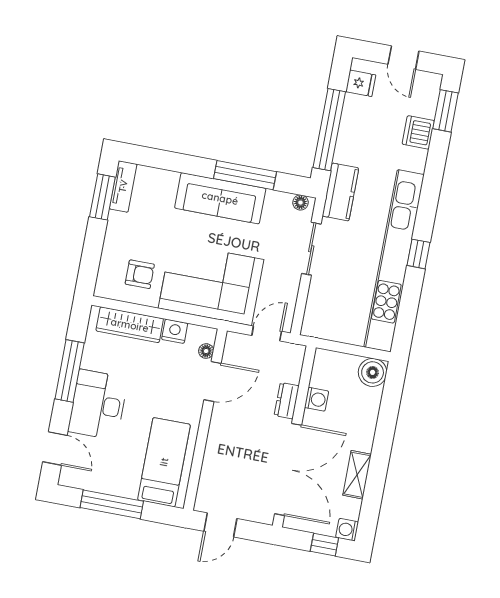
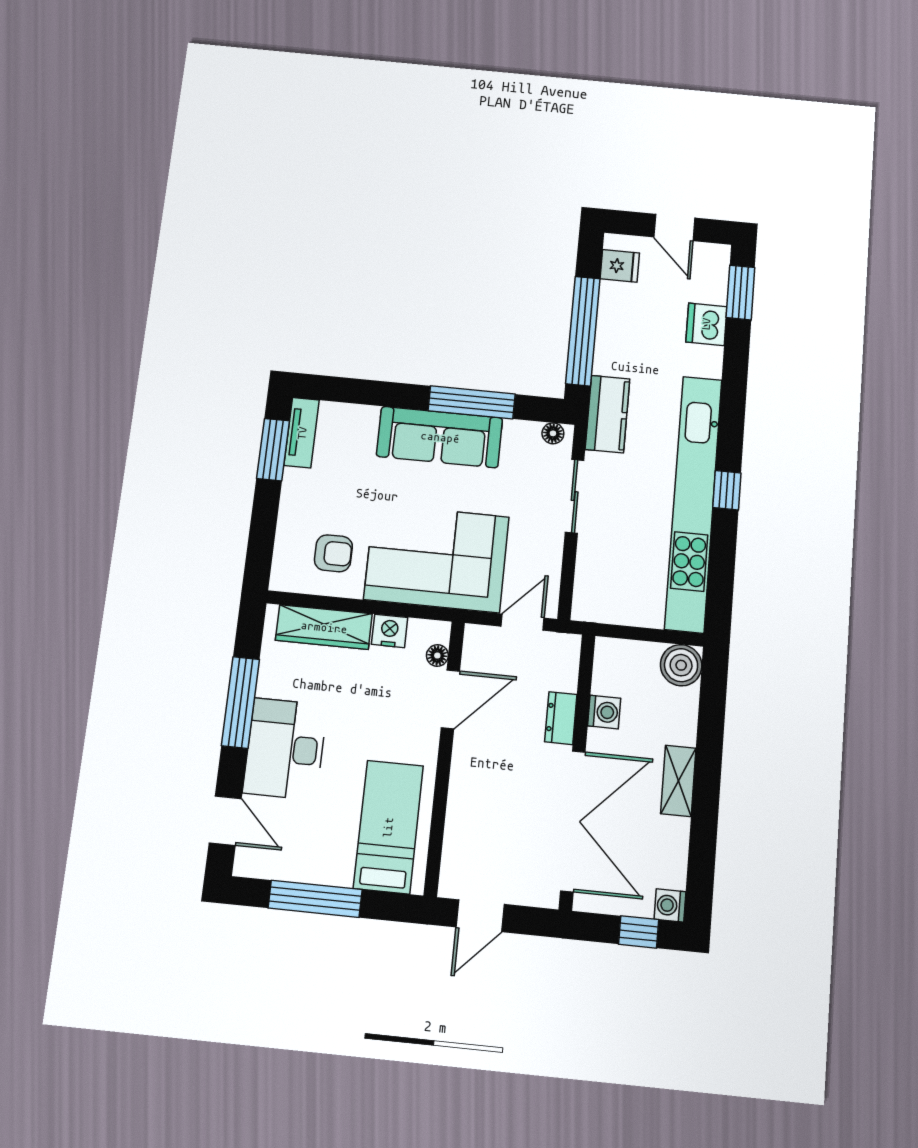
shelving: (357, 475) -> (678, 781), moved

